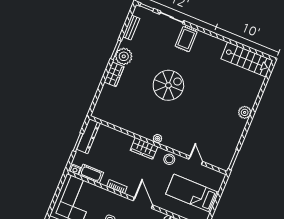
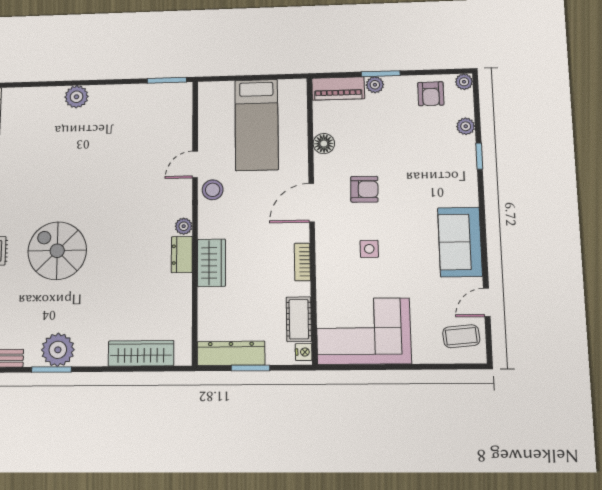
wardrobe: (114, 74) -> (141, 353), moved, width x1.50
spiral stairs: (168, 85) -> (57, 251), moved
dresser: (144, 132) -> (182, 255), added
wardrobe: (144, 148) -> (211, 263), moved
door: (196, 160) -> (195, 164), moved

